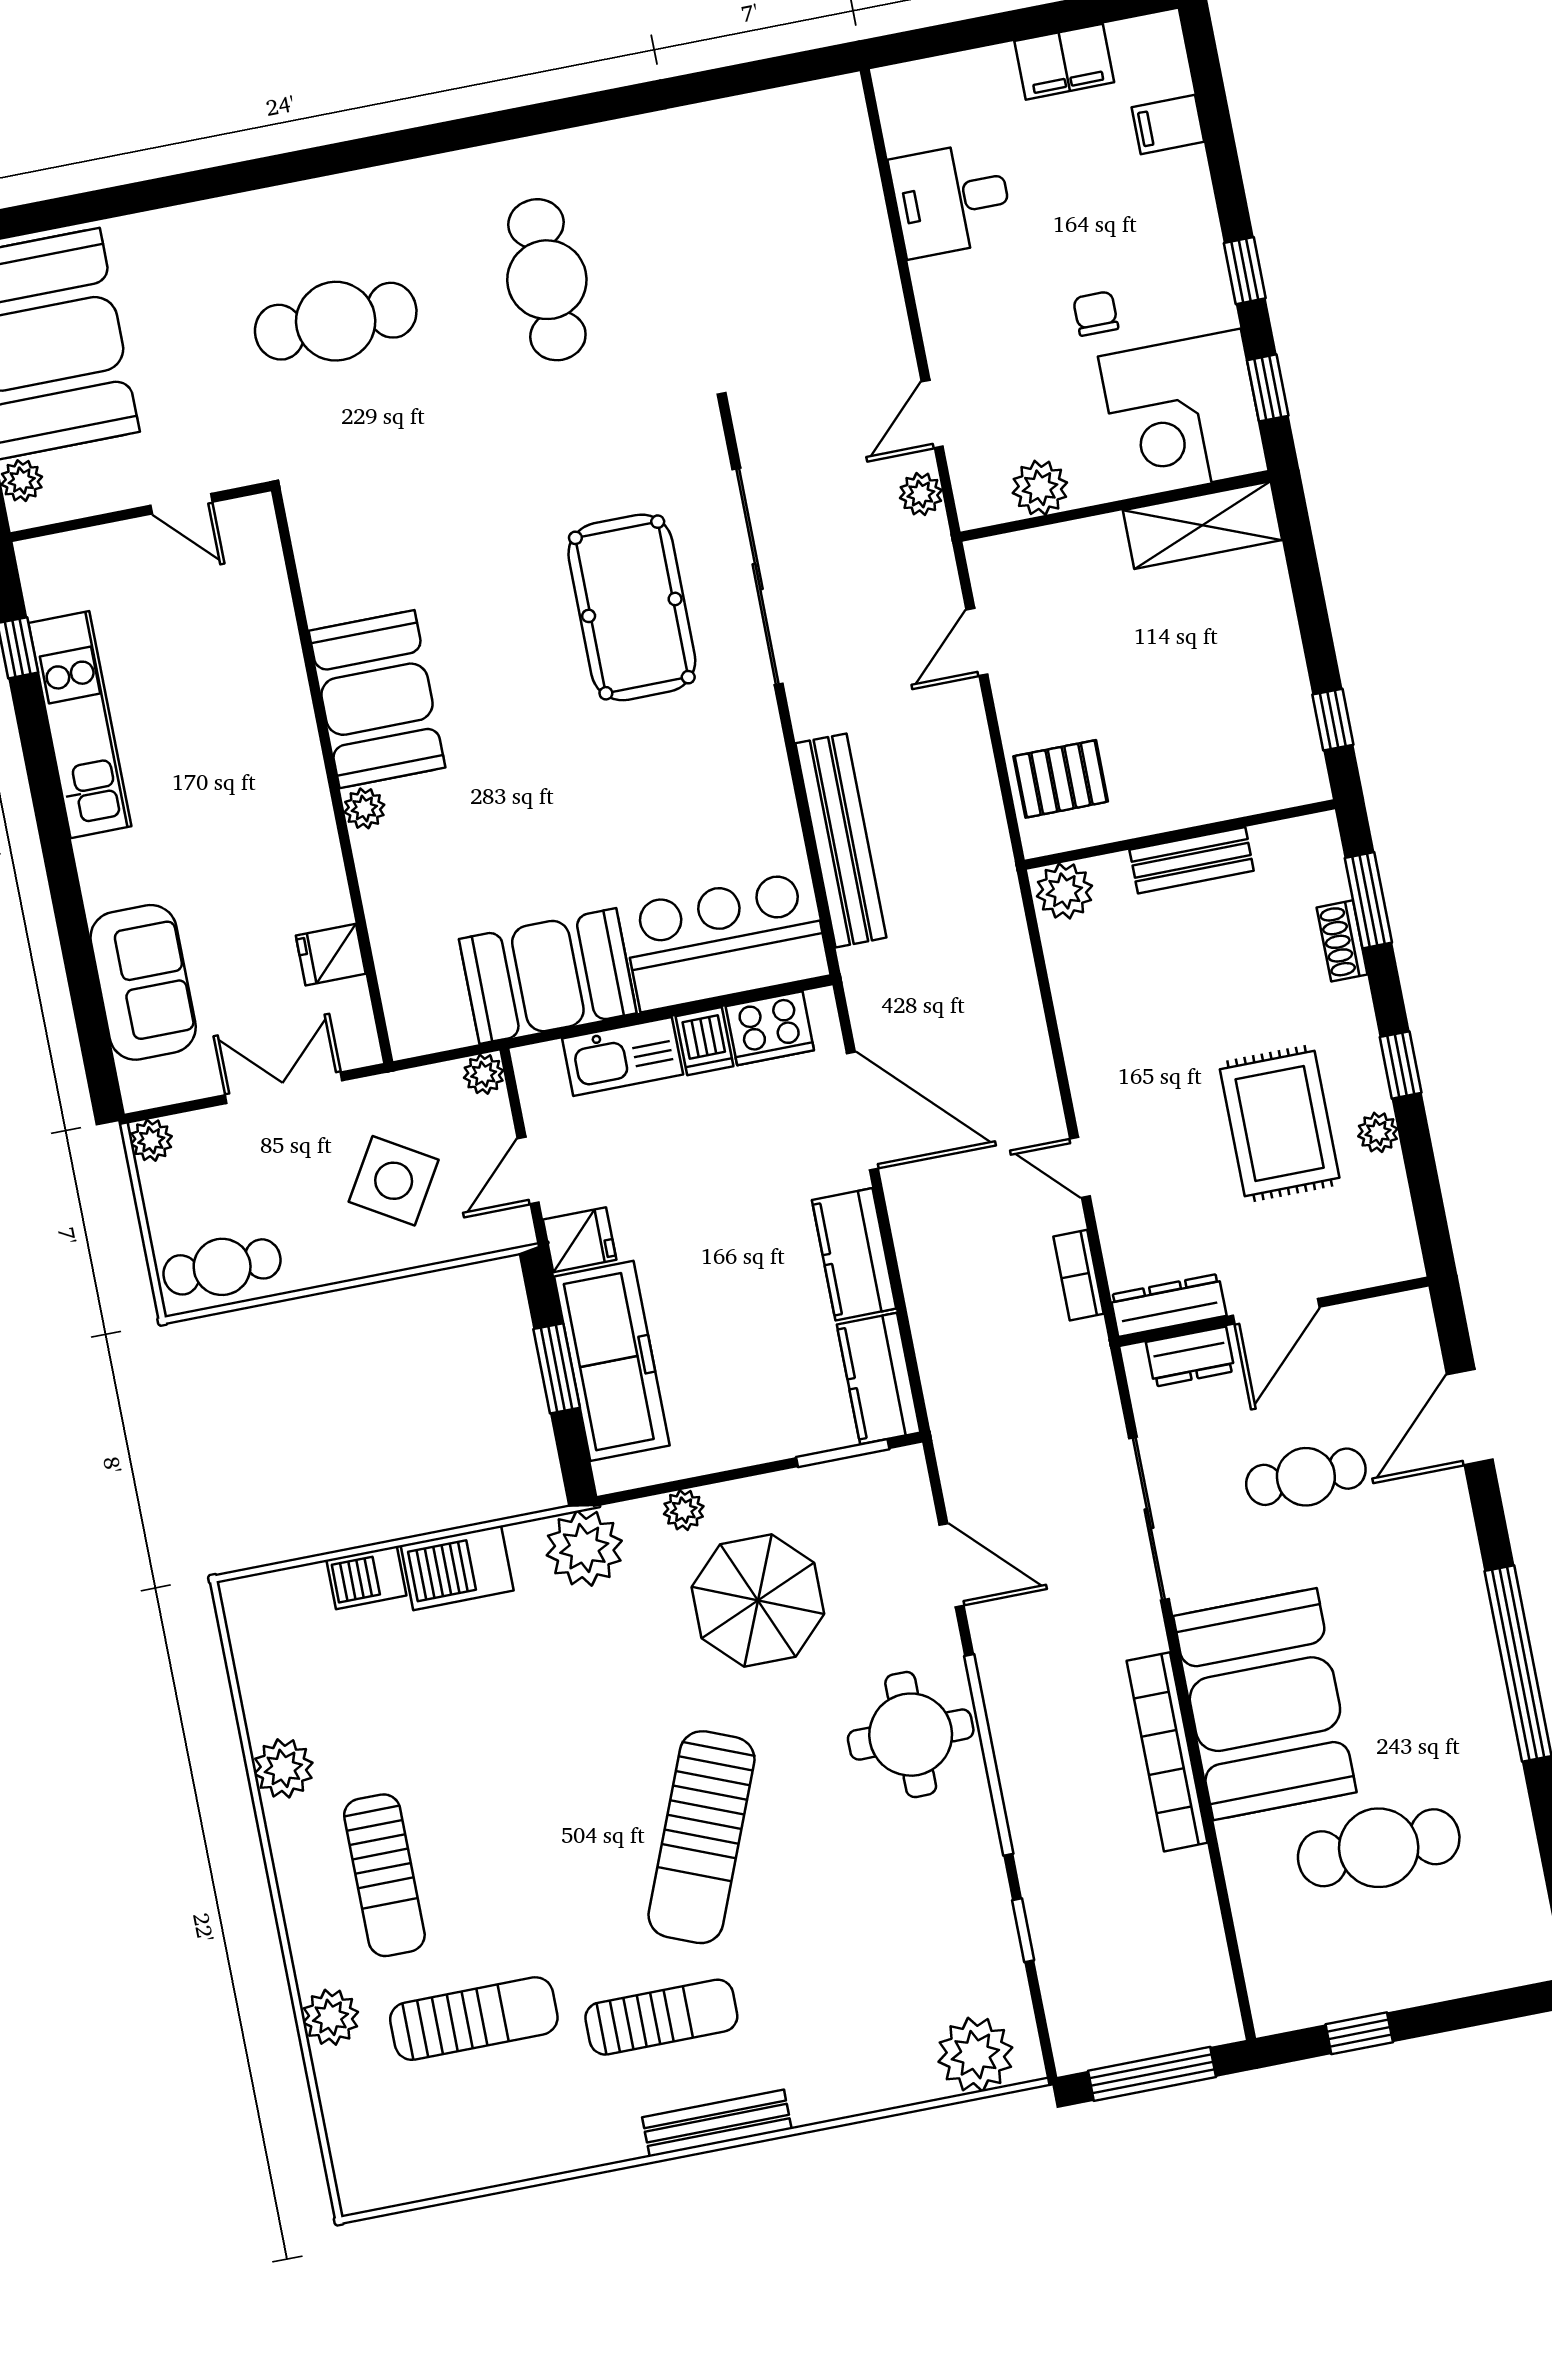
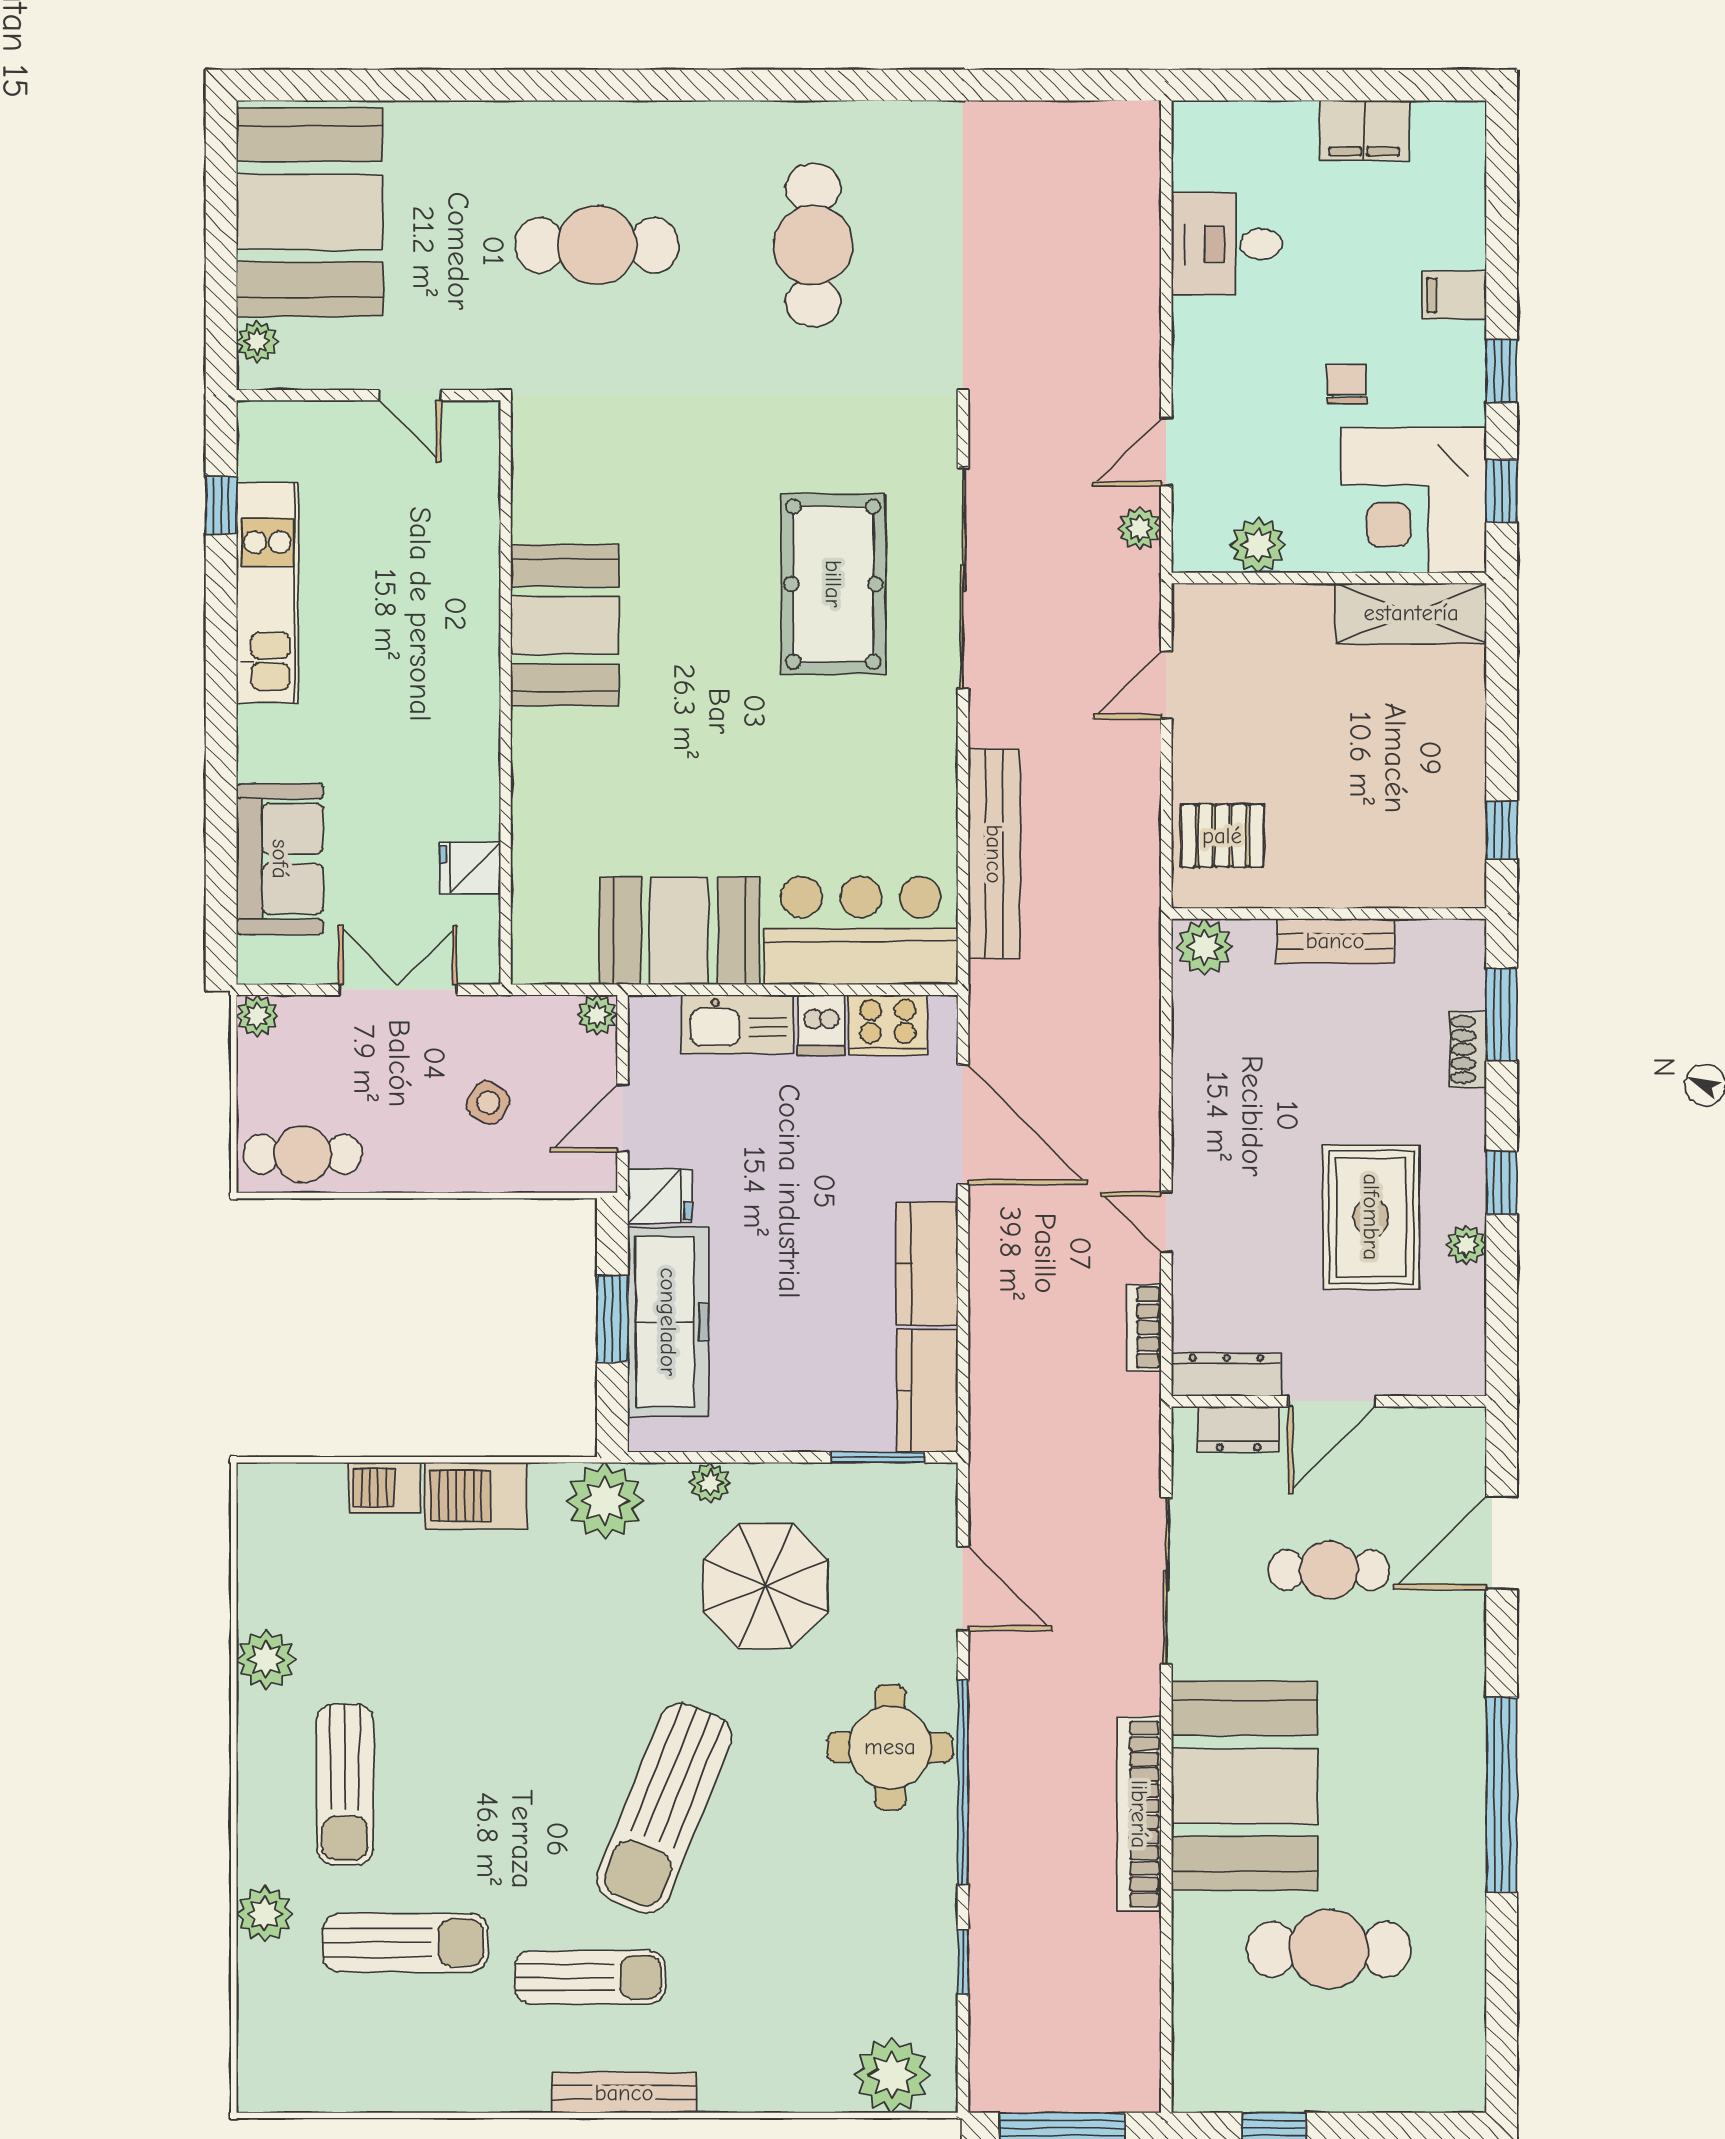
filing cabinet: (1168, 124) -> (1454, 295), moved
plant: (364, 808) -> (531, 730), removed
side table: (394, 1181) -> (488, 1102), width x0.54, depth x0.54

